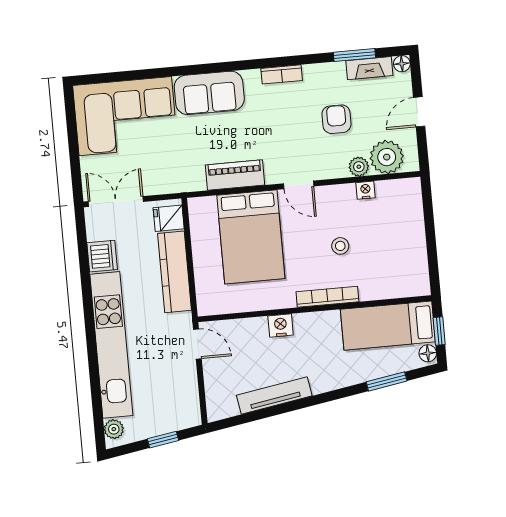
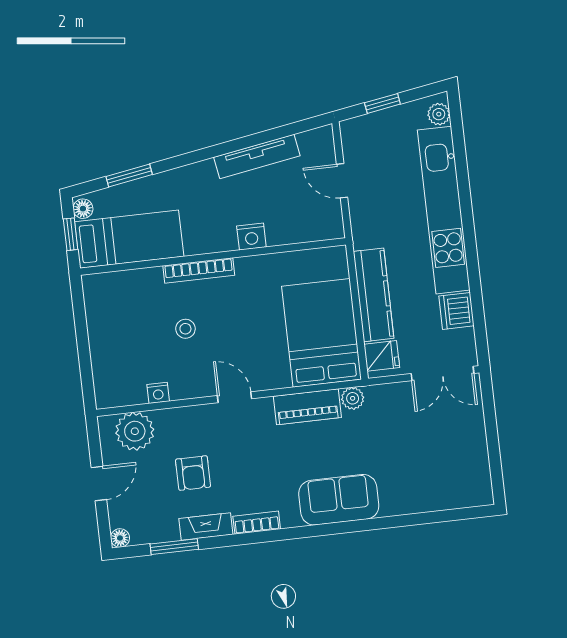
fireplace: (369, 68) -> (206, 527), moved
corner sofa: (125, 116) -> (434, 471), removed
plant: (359, 167) -> (353, 398), moved
bed: (251, 237) -> (322, 333), moved
door: (197, 344) -> (342, 181), moved

